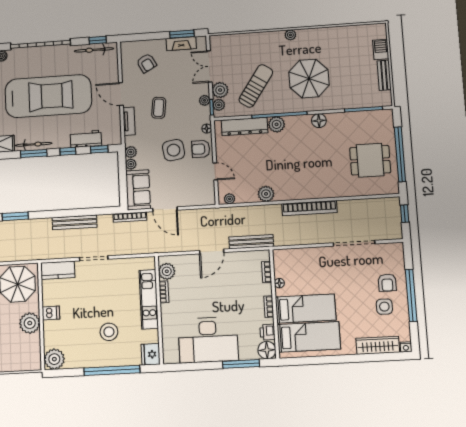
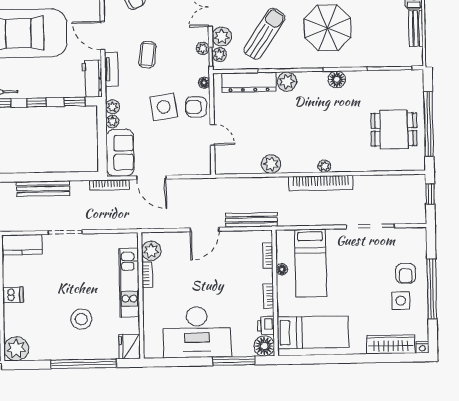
workbench: (86, 139) -> (92, 79), moved, turned -90
plant: (230, 199) -> (324, 166), moved
bed: (306, 309) -> (311, 263), moved, turned 90

